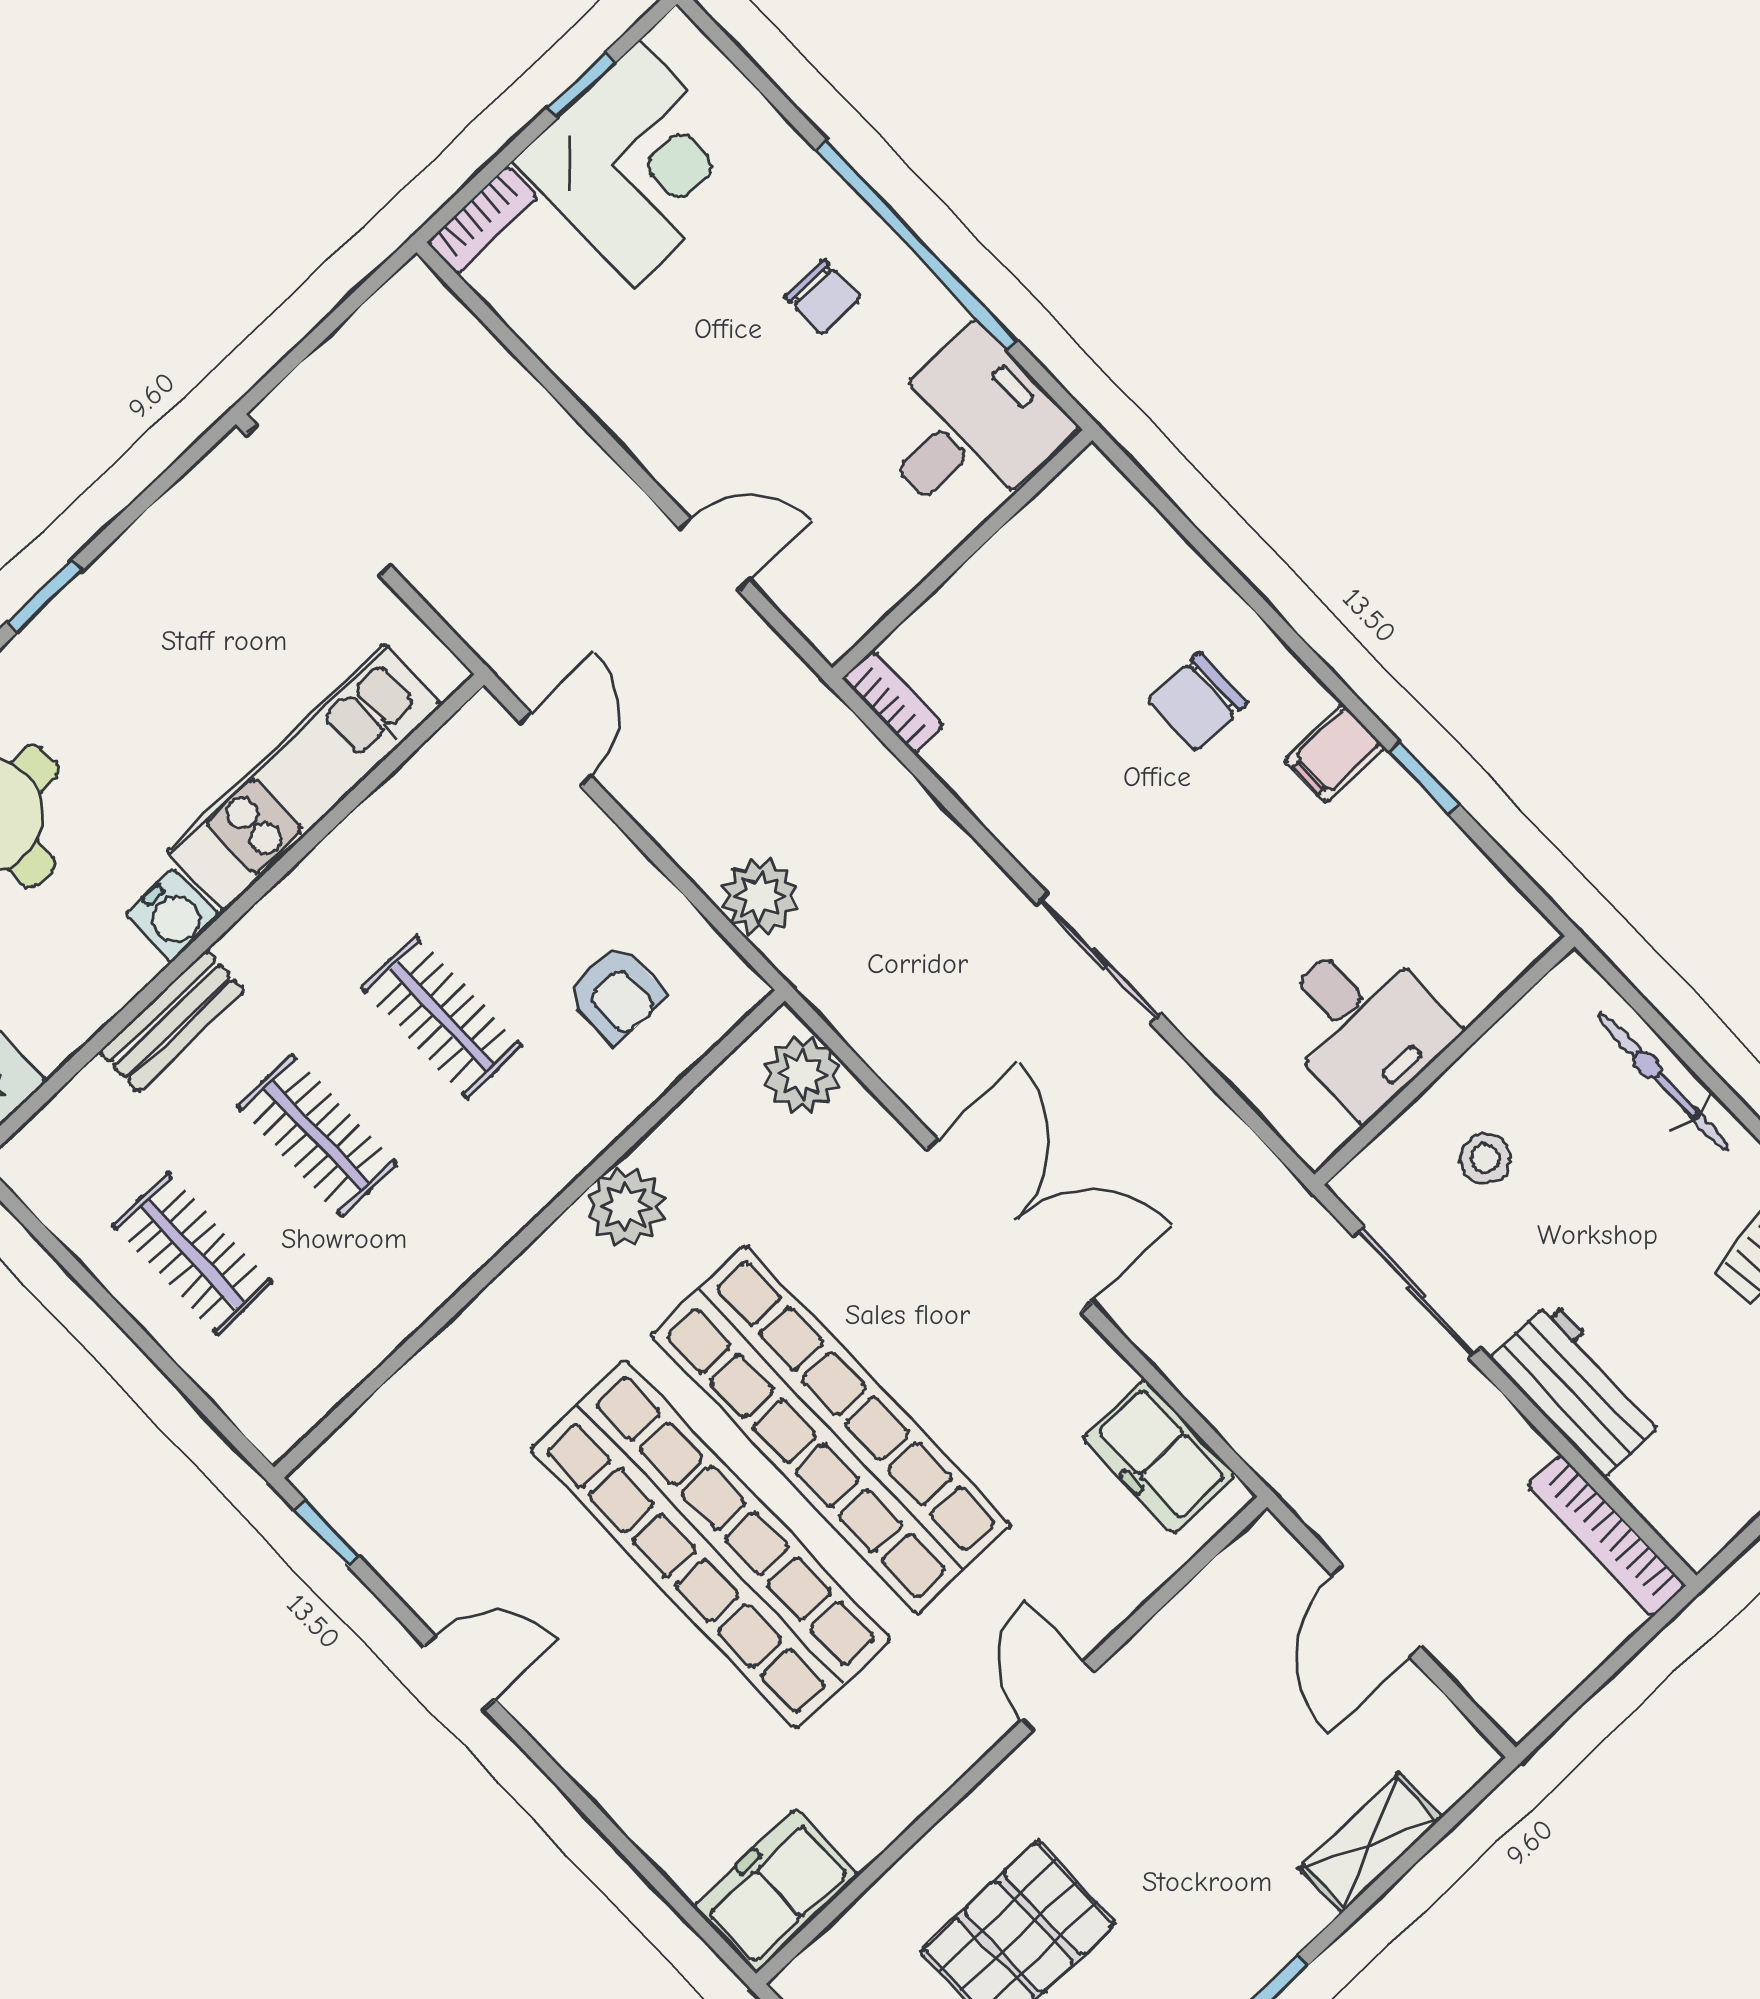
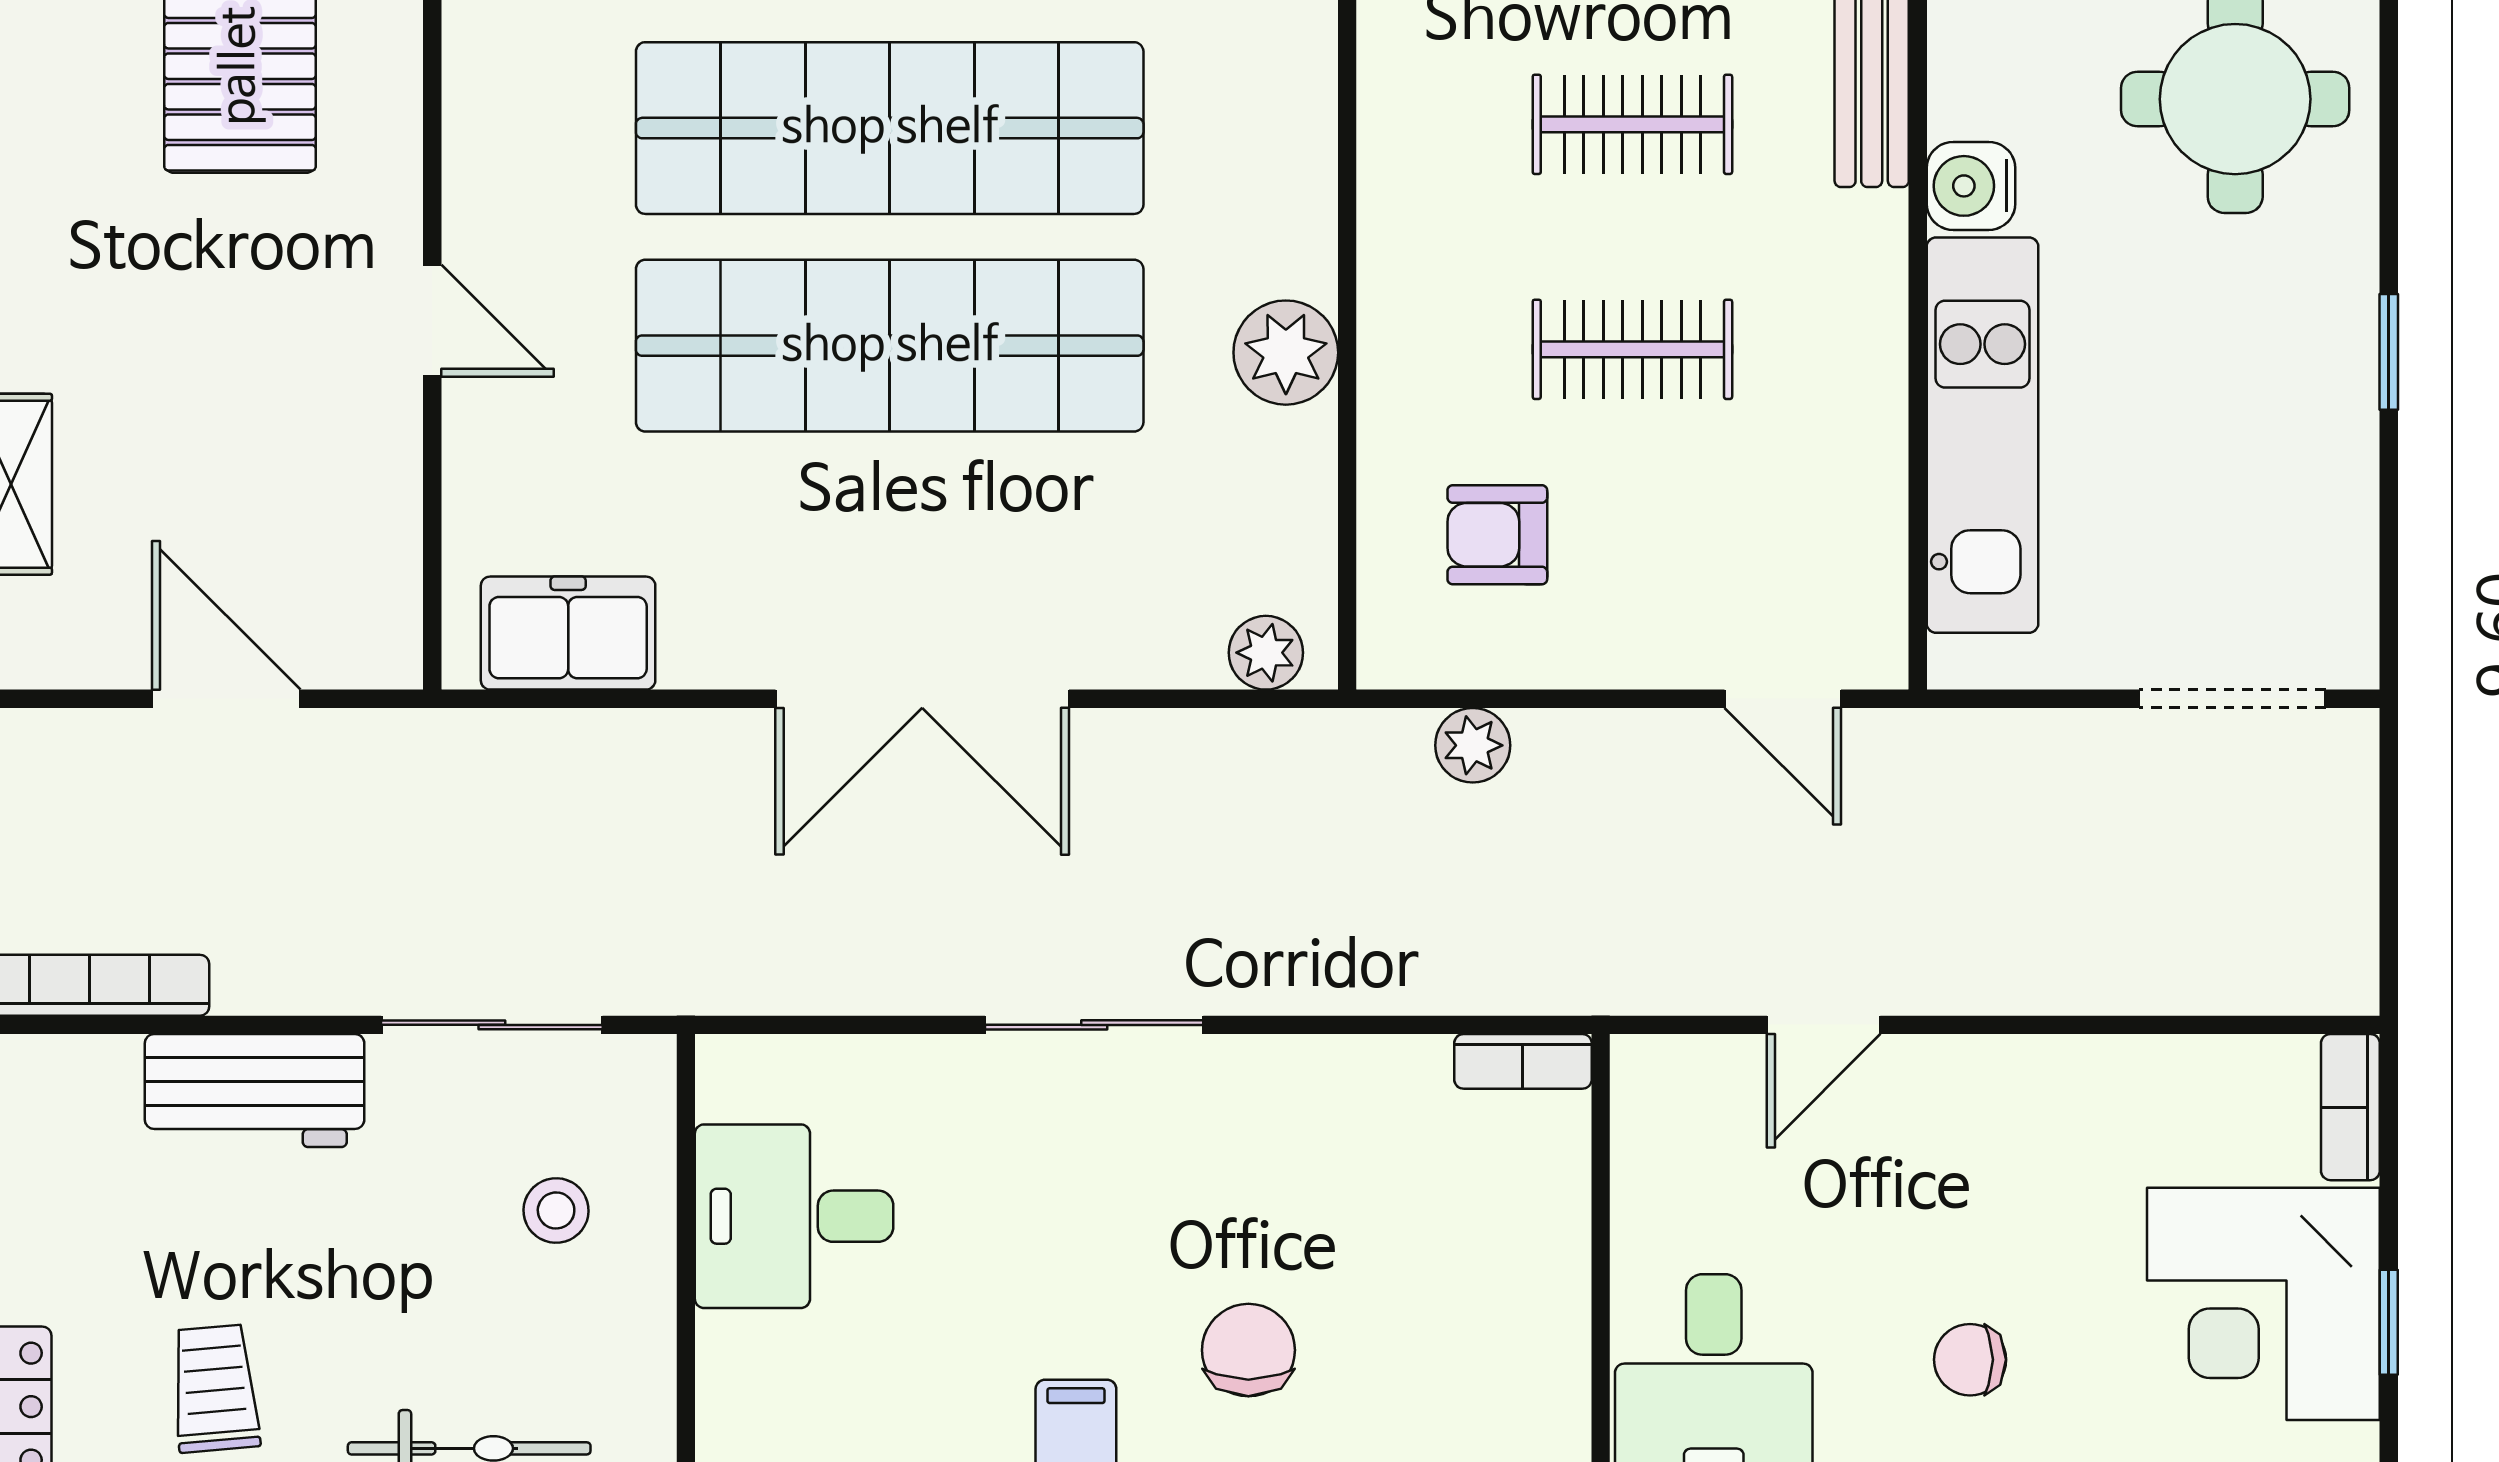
doorway: (319, 501) -> (2232, 699), width x0.73
plant: (760, 897) -> (1473, 745), width x0.73, depth x0.73
plant: (802, 1075) -> (1266, 653), width x0.73, depth x0.73

